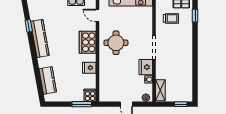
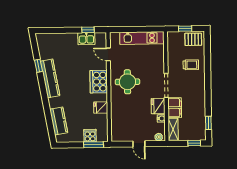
window: (195, 16) -> (208, 123), moved
trolley: (171, 18) -> (191, 65), moved
filing cabinet: (162, 69) -> (175, 108), added
cooker: (90, 95) -> (90, 136), moved

